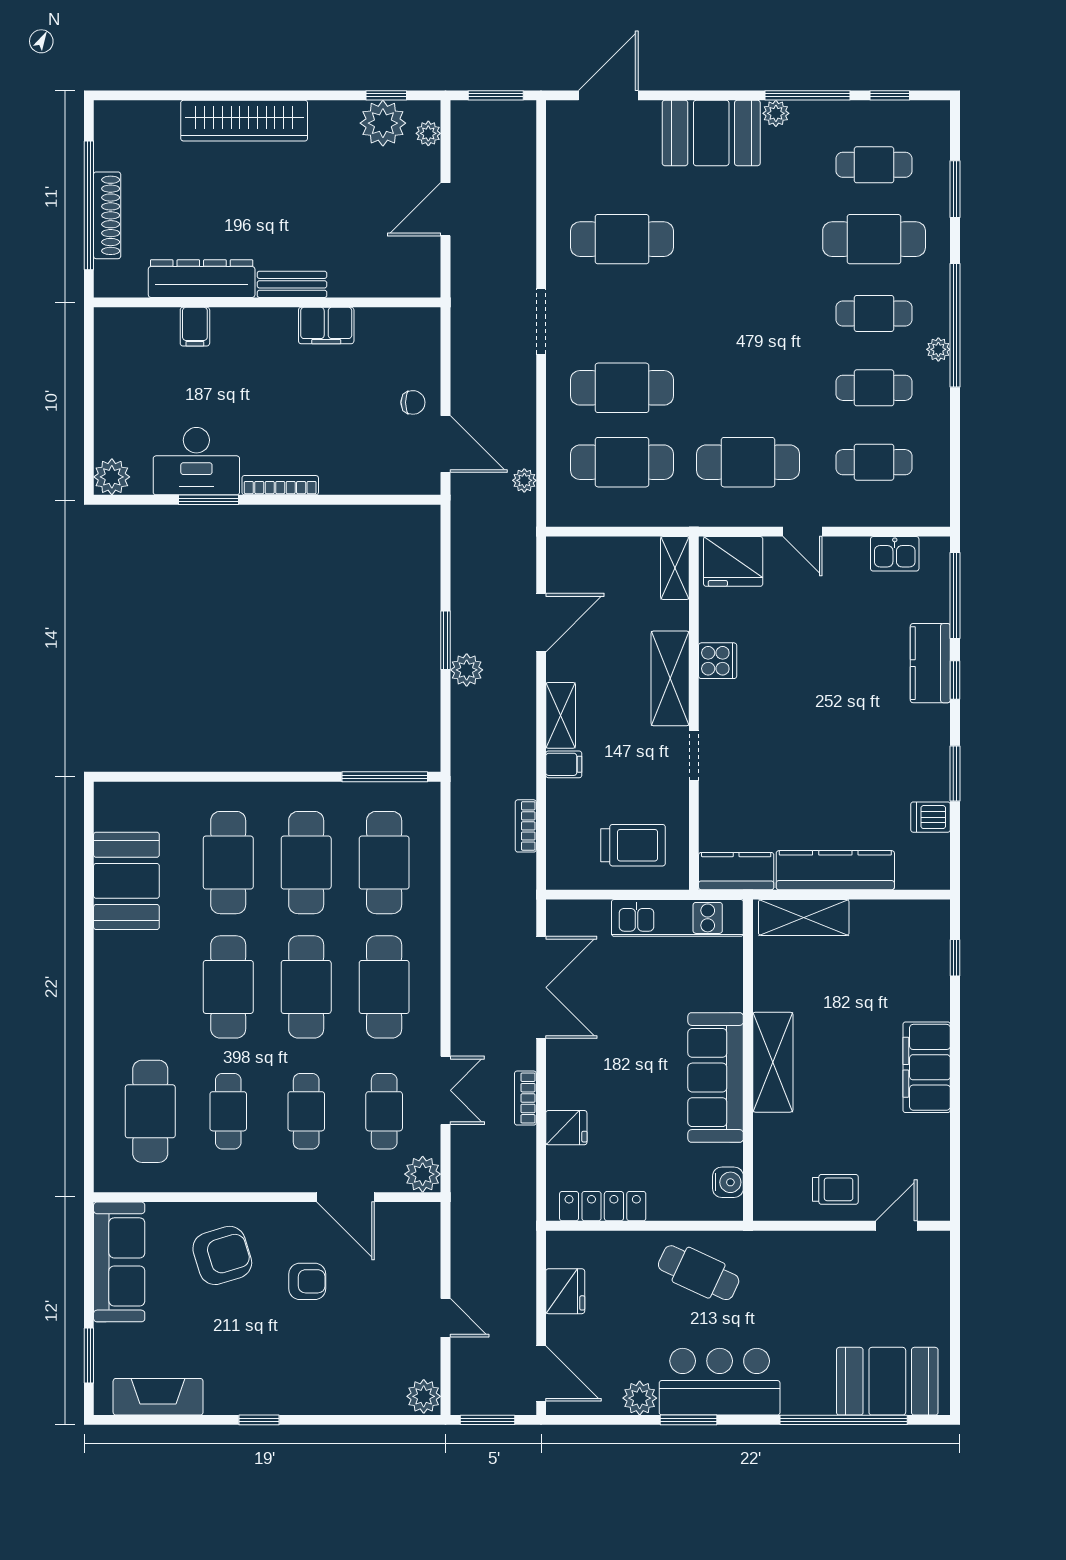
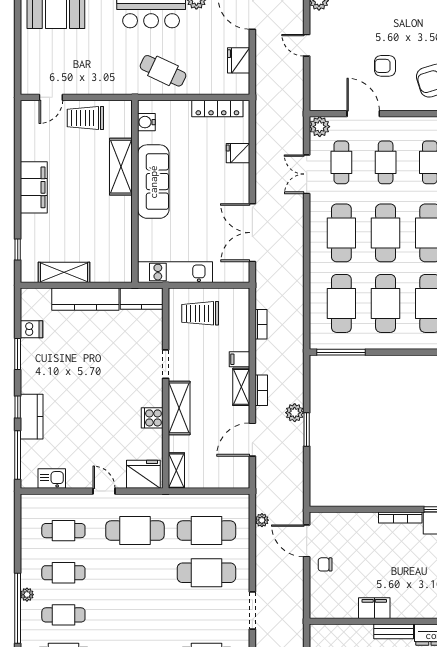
shelving: (804, 917) -> (64, 272), moved
shelving: (773, 1062) -> (121, 167), moved
bookcase: (525, 1098) -> (261, 390), moved
trolley: (835, 1189) -> (85, 118), width x1.36, depth x1.39

